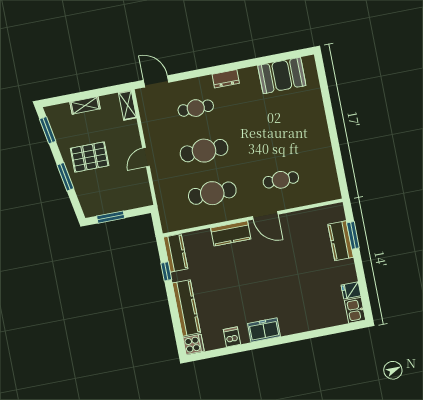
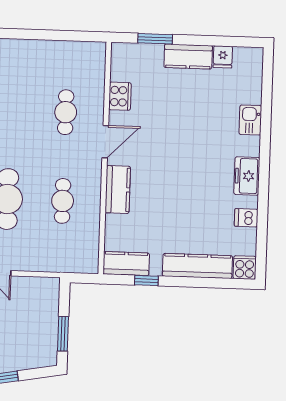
cafe table: (212, 193) -> (63, 201), width x0.73, depth x0.74
cooker: (303, 219) -> (120, 96), added
kitchen counter: (341, 241) -> (188, 57), moved
kitchen sink: (355, 310) -> (250, 120), moved, turned 90

